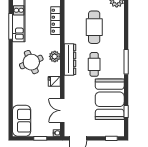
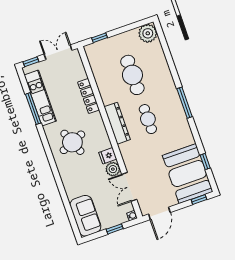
locker: (56, 21) -> (89, 96), moved
plant: (55, 56) -> (113, 169), moved
booth: (110, 99) -> (188, 174), moved

